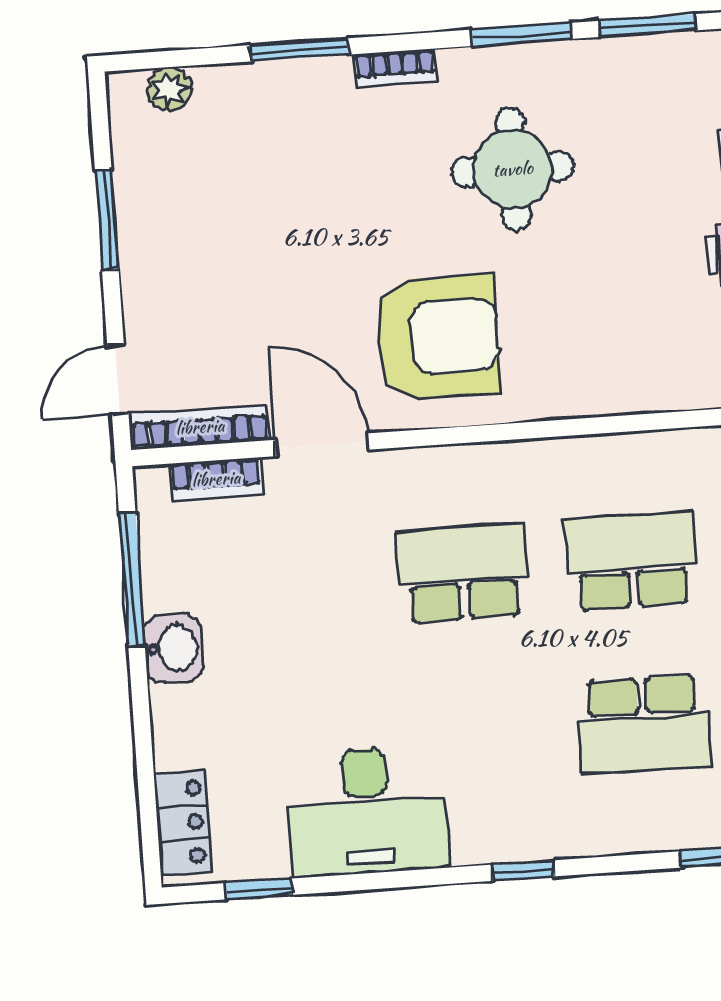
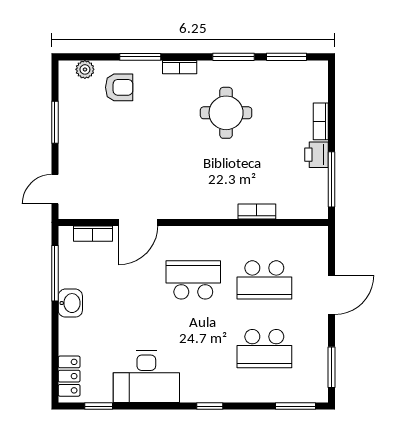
armchair: (437, 337) -> (119, 87), moved, width x0.53, depth x0.53
bookcase: (200, 427) -> (257, 211), moved, width x0.64
door: (322, 445) -> (138, 222), swing flipped
school desk: (632, 561) -> (264, 280), turned 180

